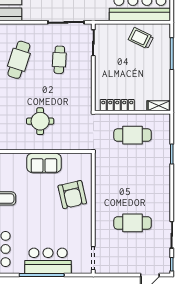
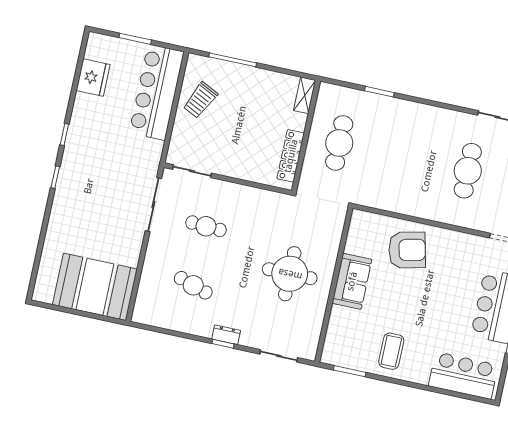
cafe table: (19, 60) -> (193, 285), width x0.73, depth x0.74
round table: (40, 121) -> (290, 274), width x1.36, depth x1.36

